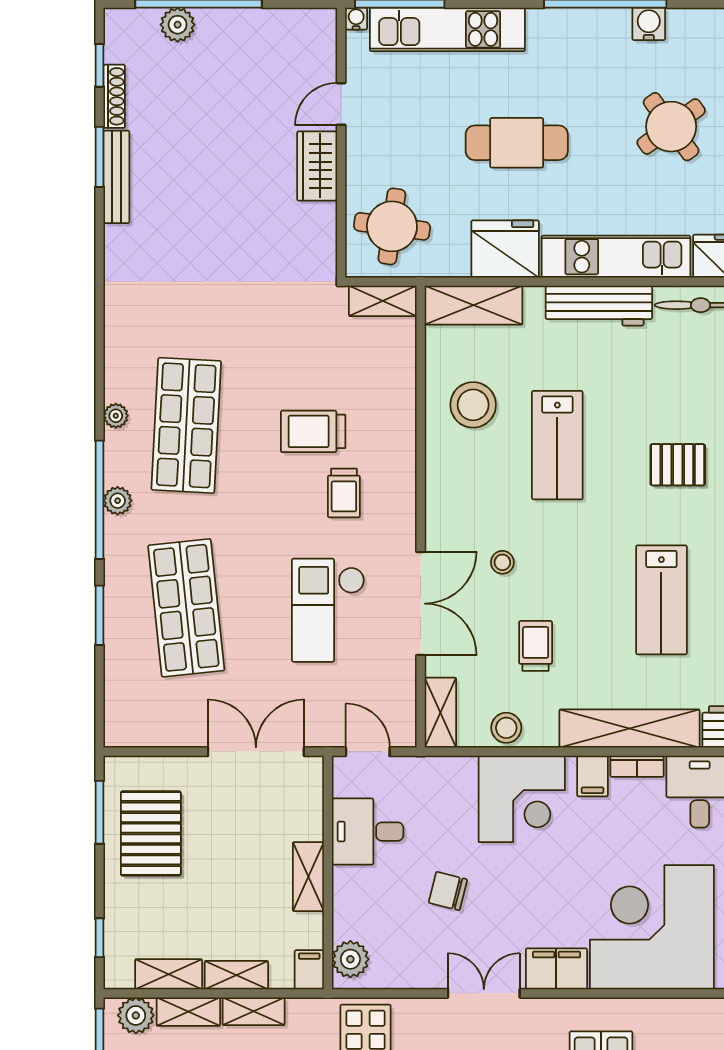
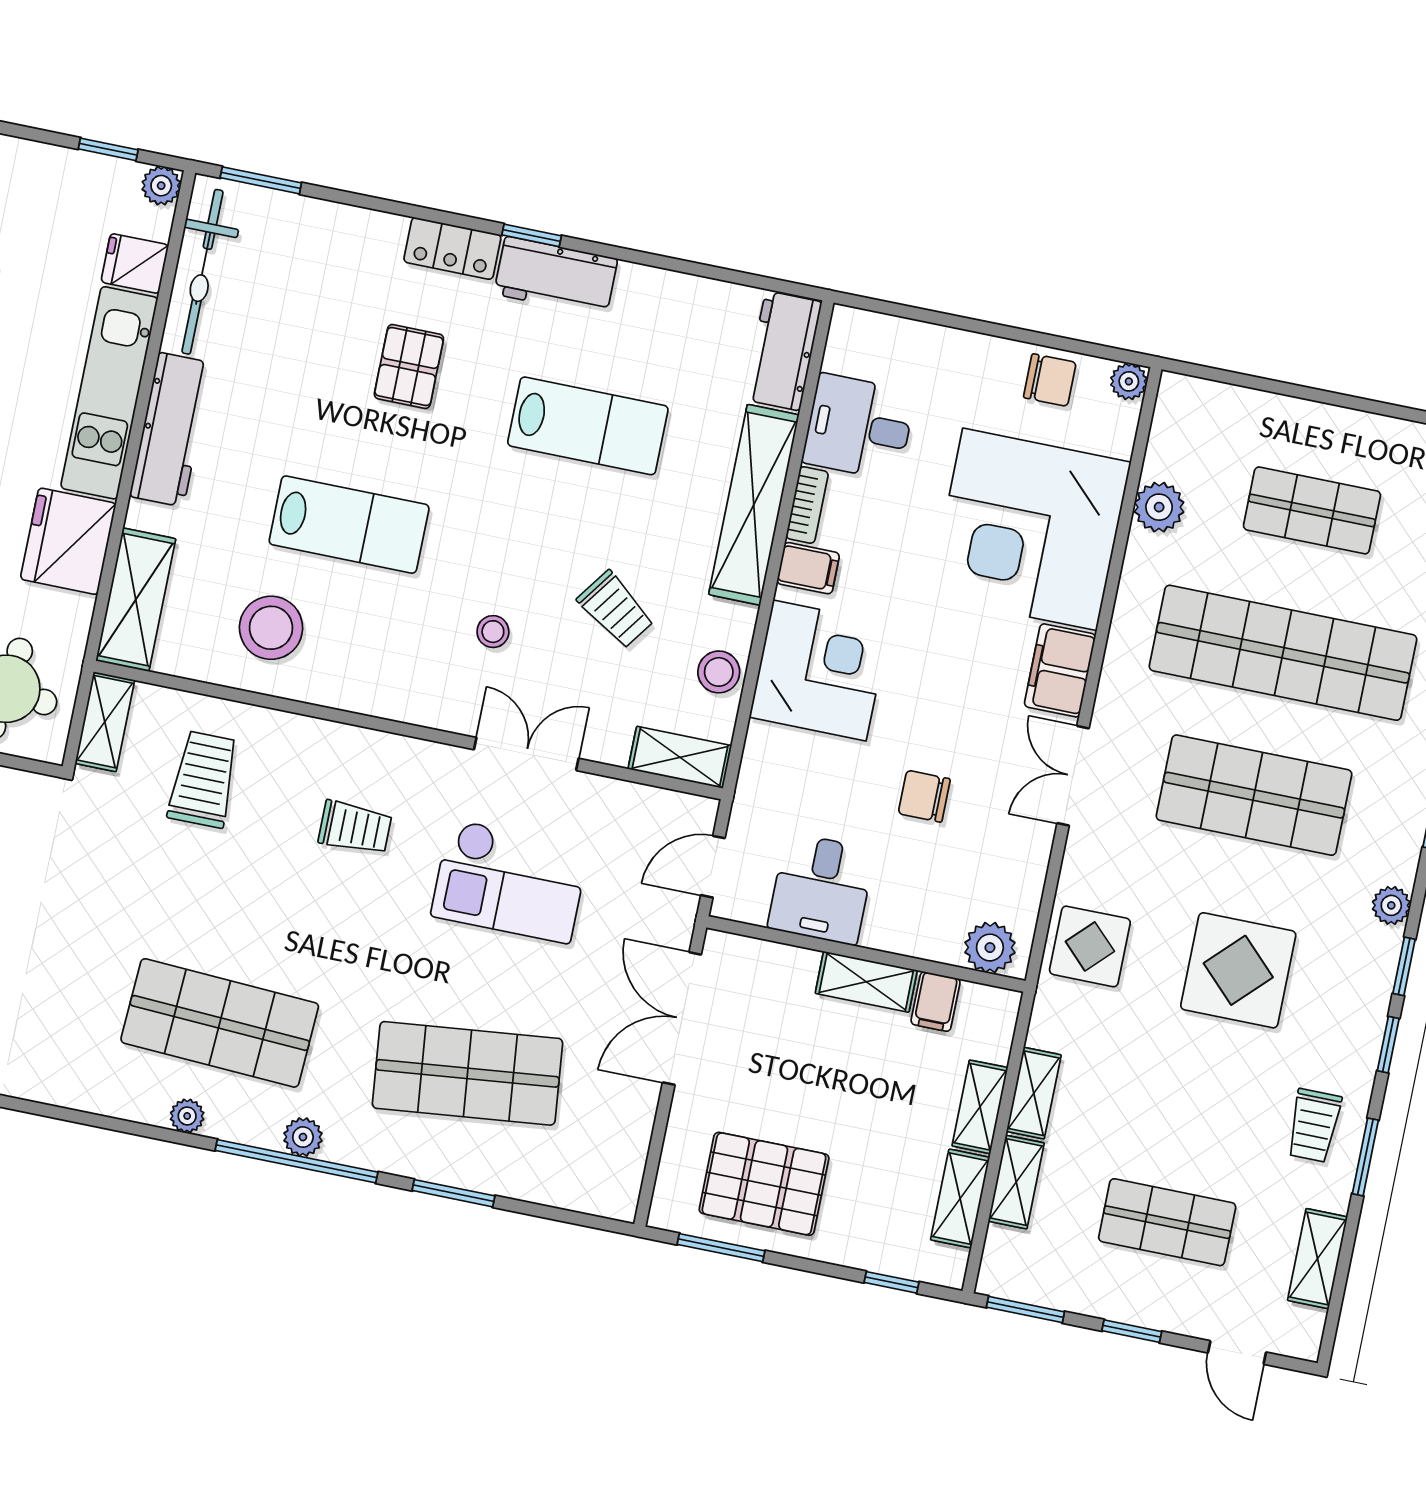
trolley: (313, 431) -> (203, 779), moved, turned 180
double door: (421, 604) -> (526, 754), width x0.73
trolley: (536, 646) -> (616, 610), turned -144
chair: (448, 891) -> (924, 796), turned 76
filing cabinet: (309, 970) -> (936, 1002), moved, turned -90
plant: (136, 1015) -> (1159, 507), moved

